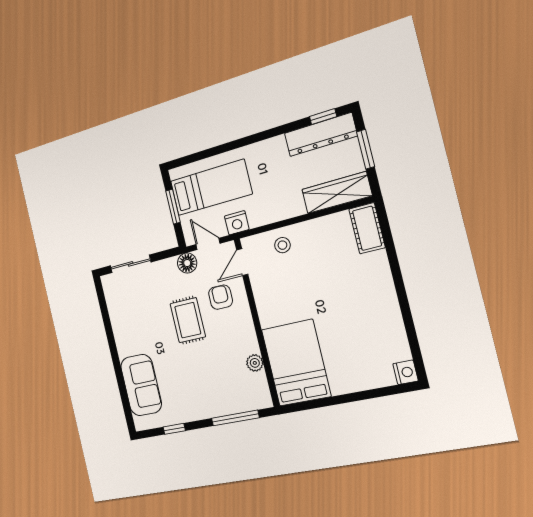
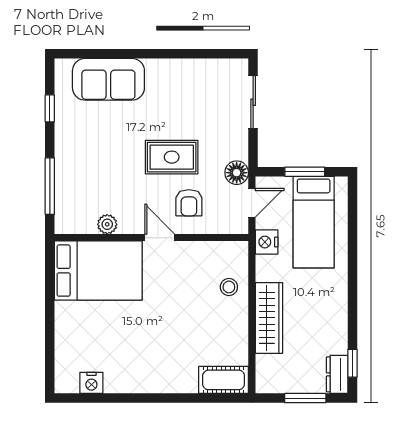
dresser: (321, 135) -> (337, 374), width x0.51, depth x0.80
wardrobe: (337, 193) -> (269, 318), moved
door: (242, 262) -> (160, 238), moved
armchair: (221, 297) -> (189, 203), turned 90
nightstand: (406, 372) -> (91, 383), moved

